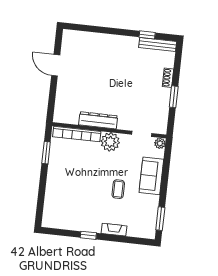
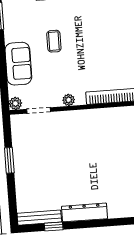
shoe rack: (168, 78) -> (20, 181), removed
dresser: (98, 120) -> (85, 212), moved, turned 180
plant: (110, 142) -> (69, 100), width x0.53, depth x0.53

